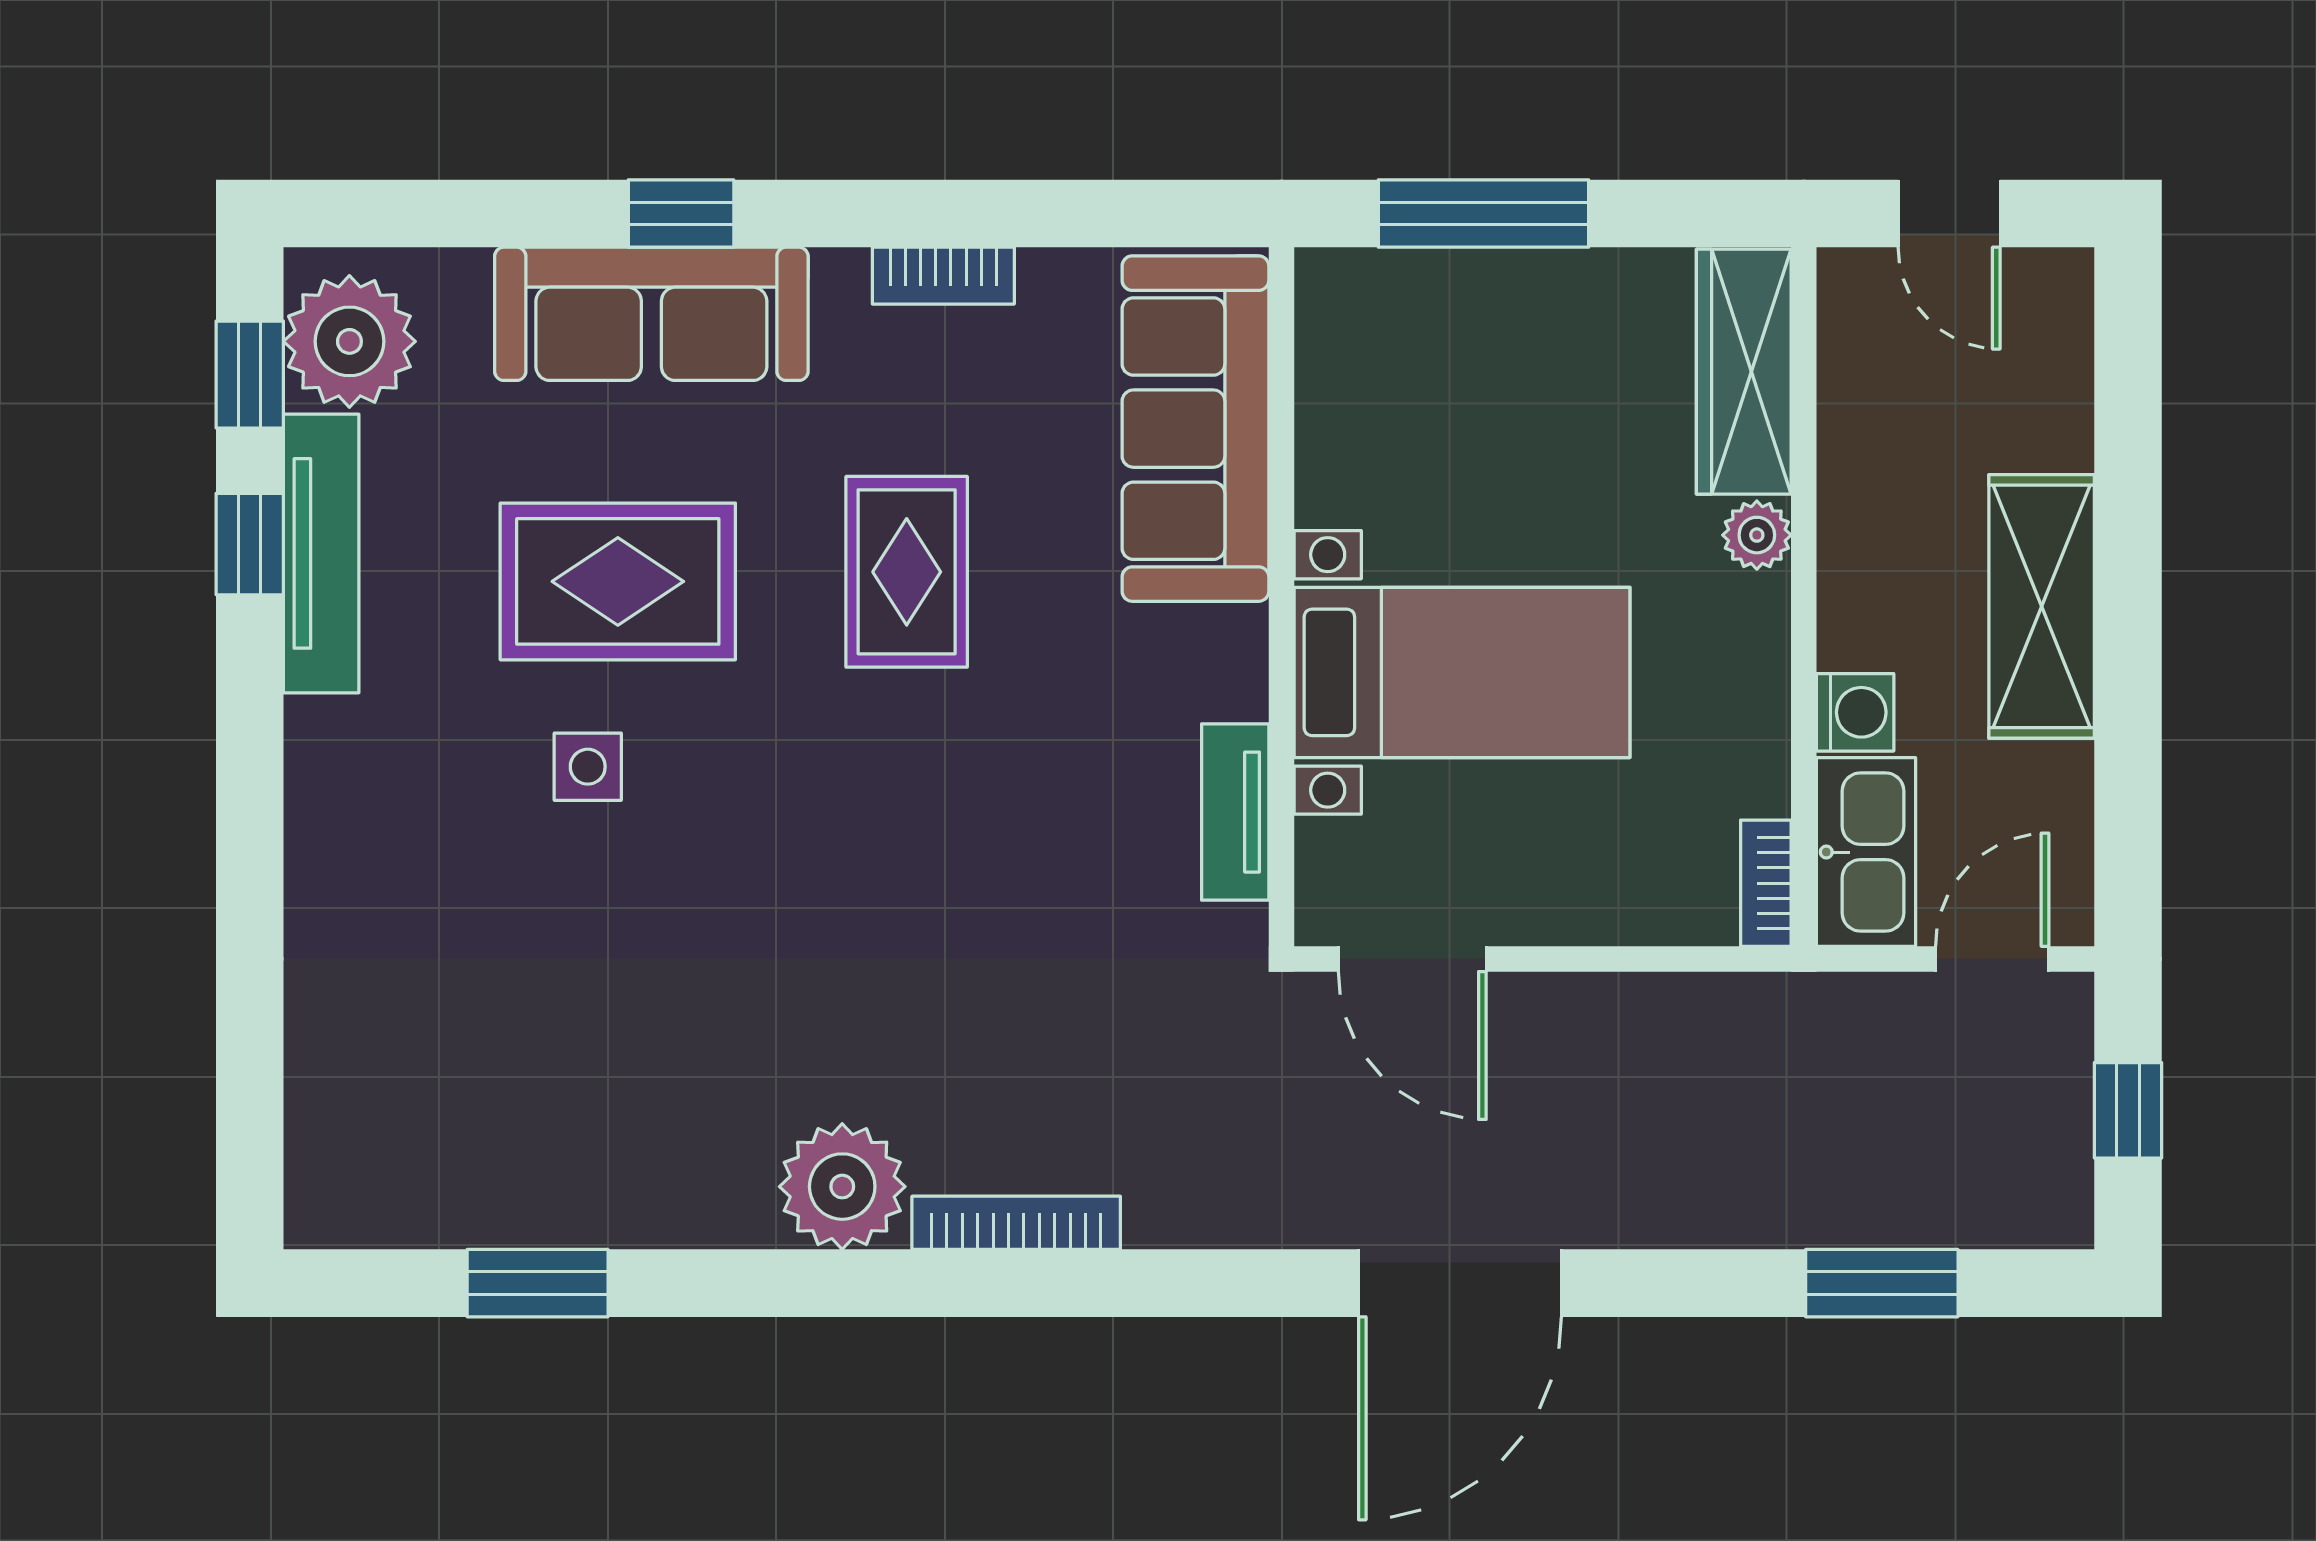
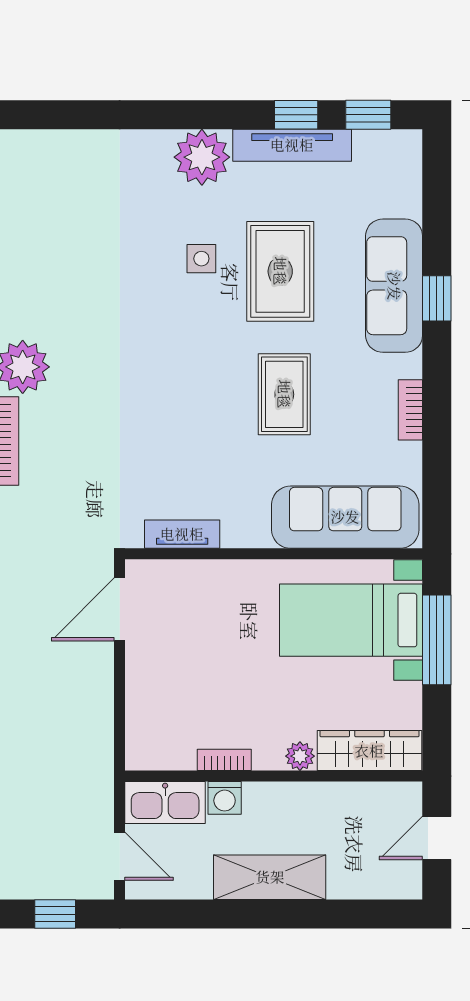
plant: (349, 341) -> (202, 157), moved
rug: (907, 572) -> (284, 394), turned 90
bed with nightstands: (1462, 672) -> (351, 620), moved, turned 90
bookcase: (1766, 883) -> (224, 760), moved

